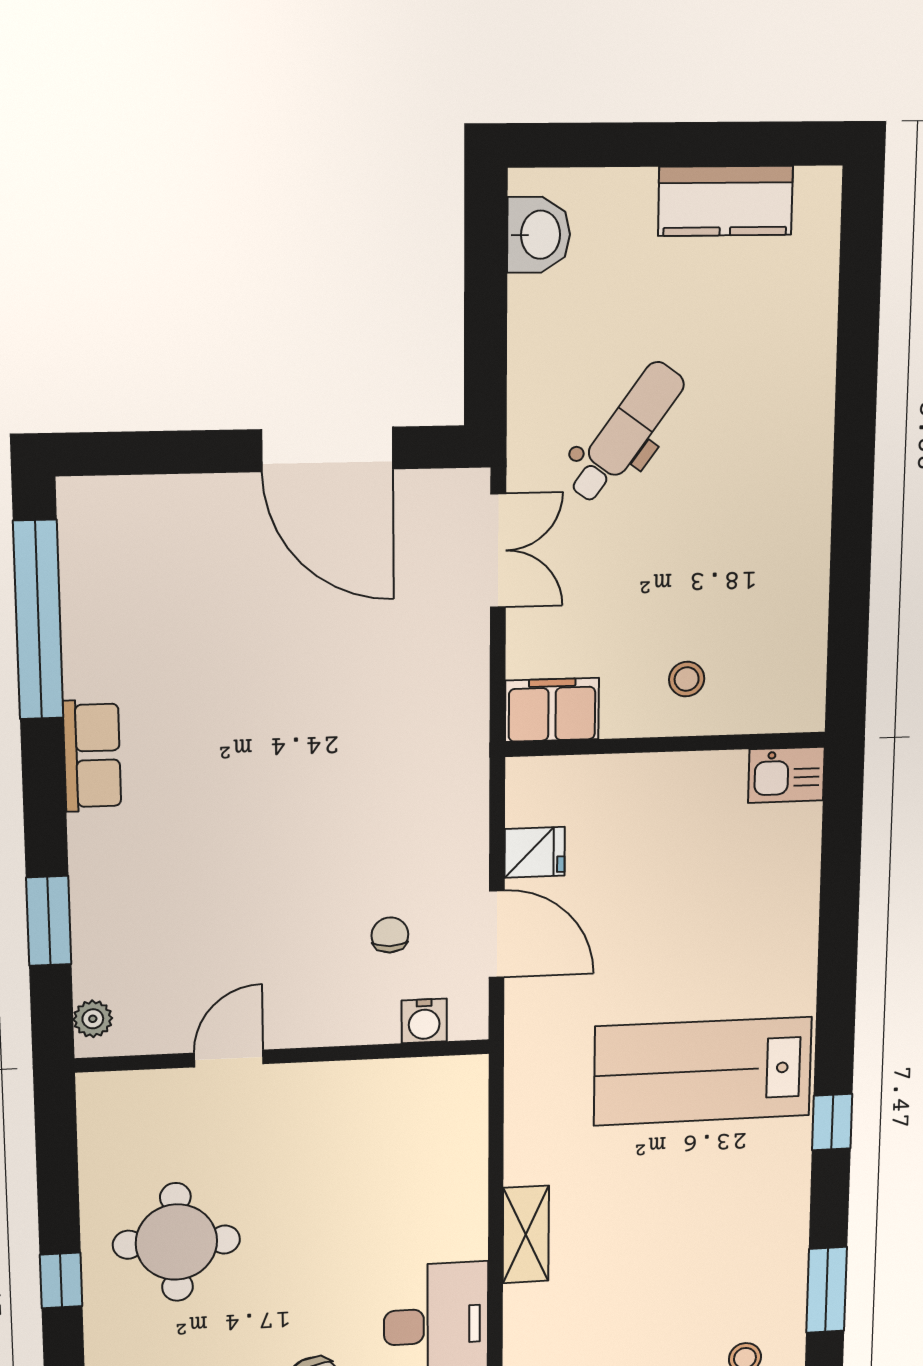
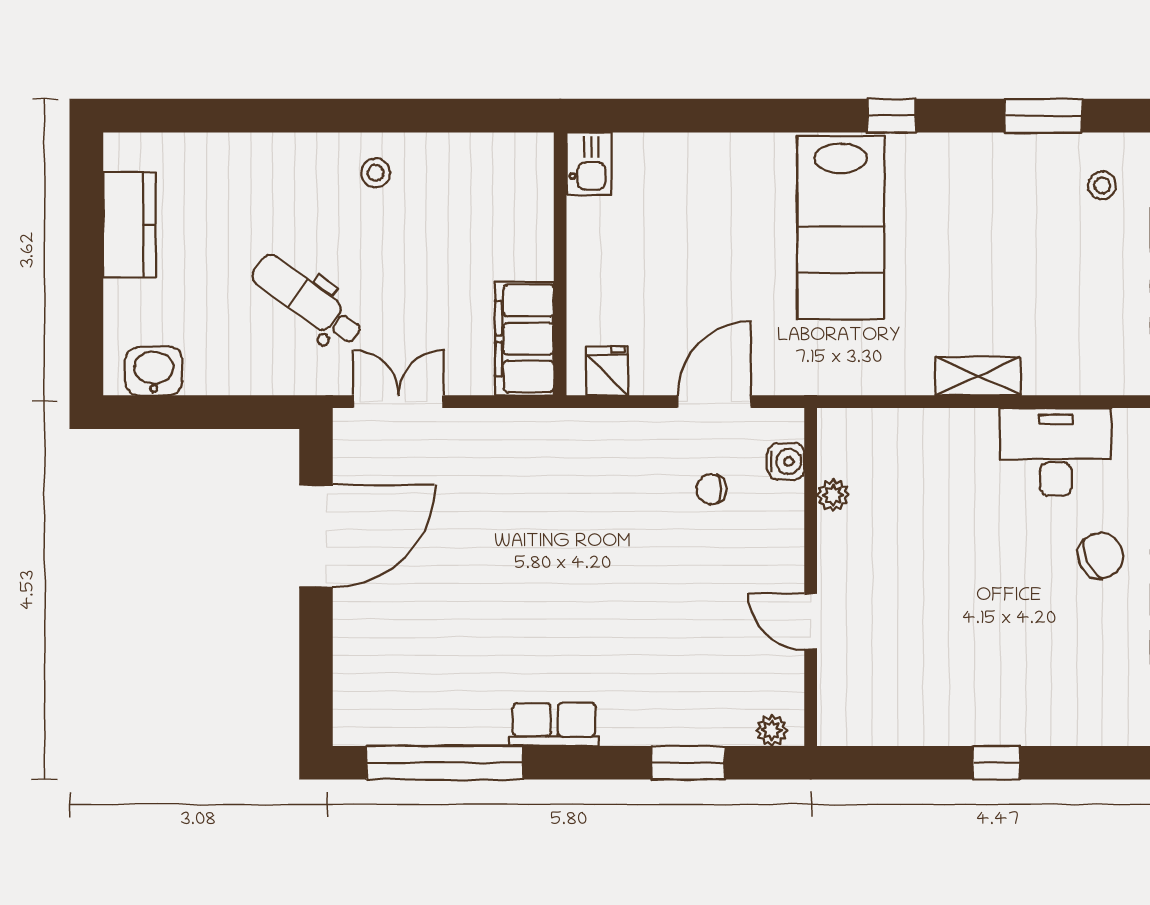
stool: (687, 679) -> (376, 173), moved
filing cabinet: (552, 710) -> (525, 339), width x1.50, depth x1.17
fridge: (535, 852) -> (607, 371), moved
plant: (384, 1077) -> (833, 495), added
round table: (176, 1242) -> (968, 668), removed

